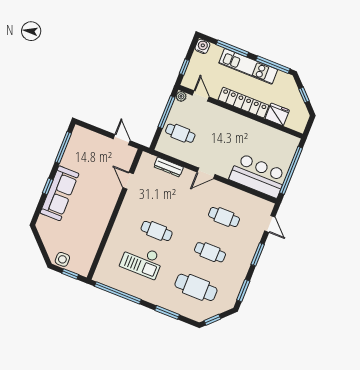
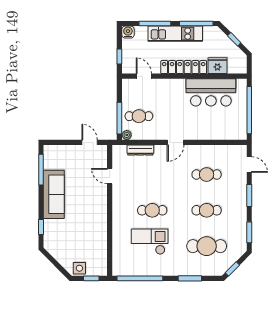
plant: (181, 96) -> (127, 135), moved
window: (166, 112) -> (119, 118), moved
bar counter: (258, 176) -> (211, 92), moved, turned 180
window: (48, 186) -> (41, 227), moved
sofa: (59, 193) -> (54, 194), moved
checkout: (142, 261) -> (150, 242), turned 180

